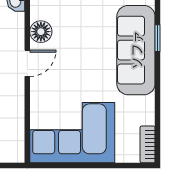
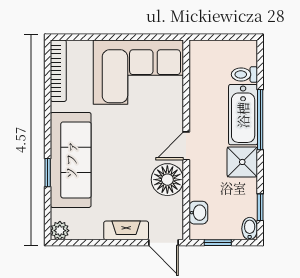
floor lamp: (41, 32) -> (167, 180), width x1.38, depth x1.38
bookcase: (148, 144) -> (58, 71), width x1.56

